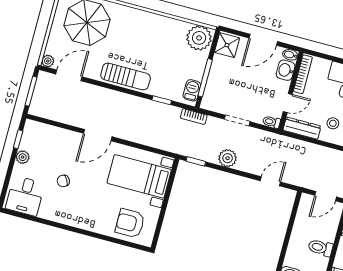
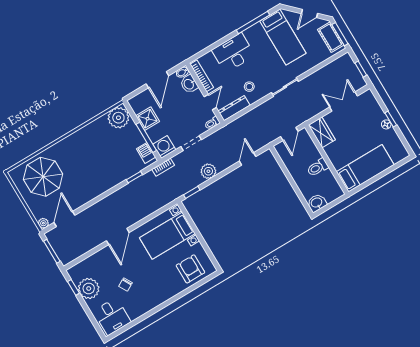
shower: (227, 45) -> (148, 119), moved
sun lounger: (126, 77) -> (99, 185), removed
washing machine: (212, 101) -> (164, 147), added
plant: (23, 157) -> (89, 289), width x1.87, depth x1.87
armchair: (130, 223) -> (190, 269), turned 90

